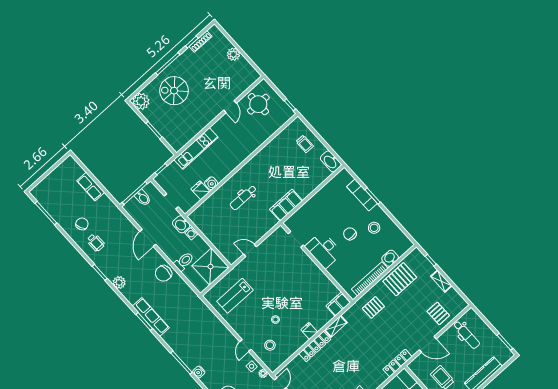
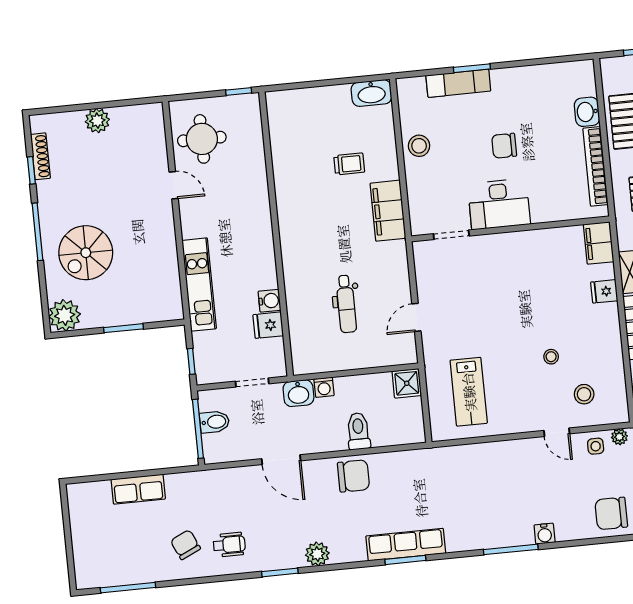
trolley: (305, 144) -> (349, 164), moved
dental chair: (243, 198) -> (346, 304), moved
stool: (374, 228) -> (419, 146), moved
shower: (210, 267) -> (407, 383), width x0.54, depth x0.54
chair: (163, 273) -> (353, 476), turned -90
fridge: (309, 331) -> (604, 291), moved

